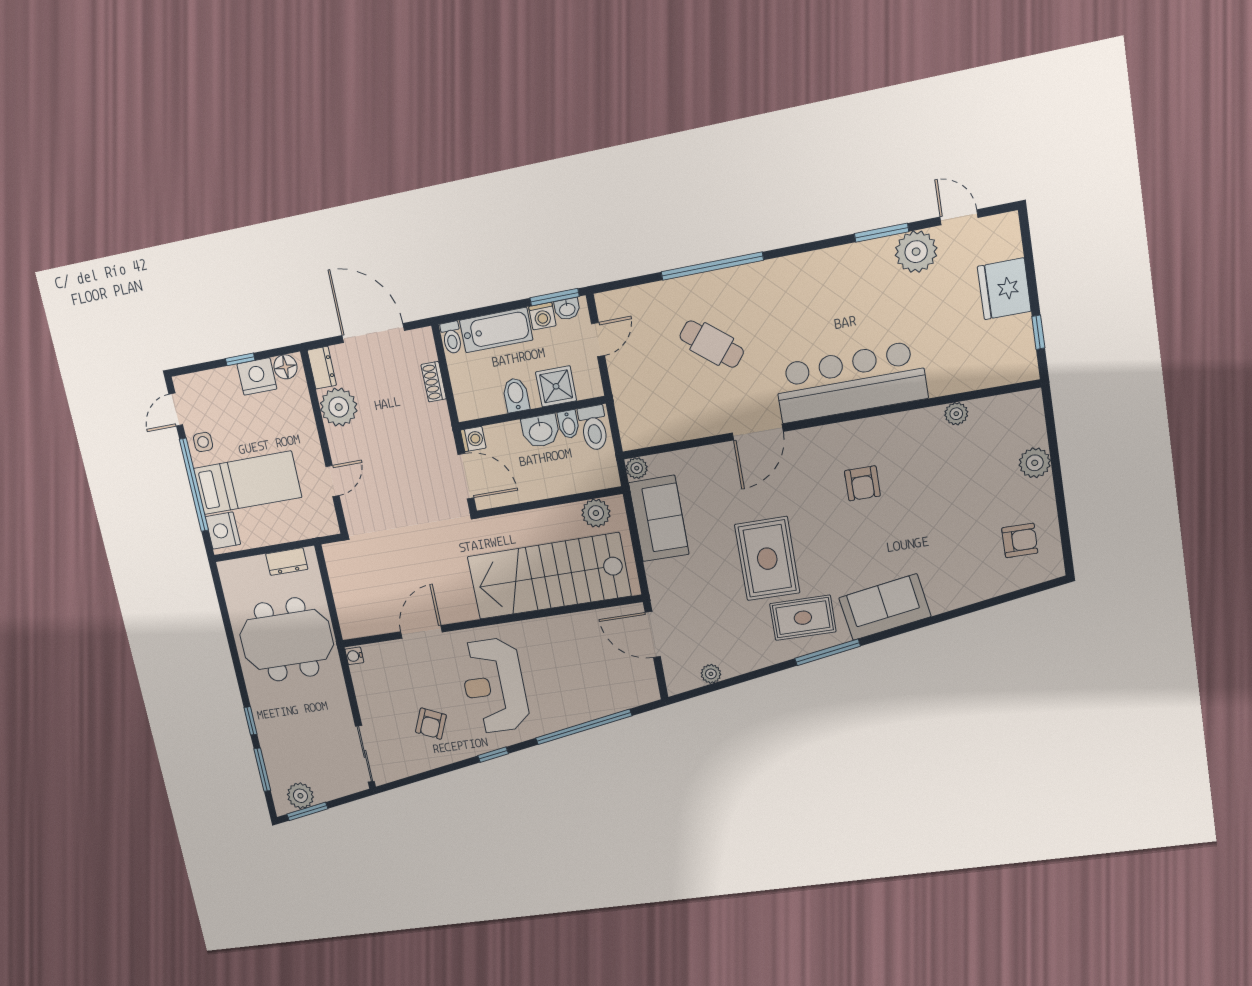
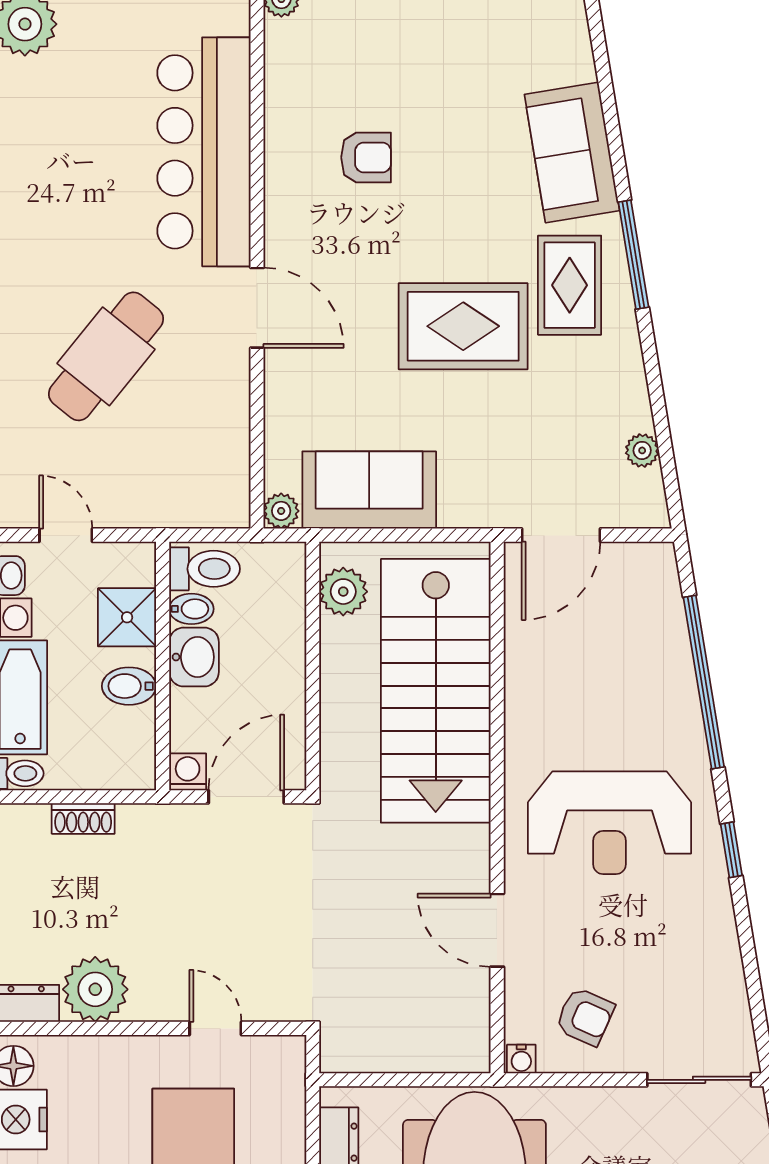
cafe table: (712, 344) -> (106, 356), width x1.37, depth x1.35
armchair: (431, 724) -> (585, 1017), moved

